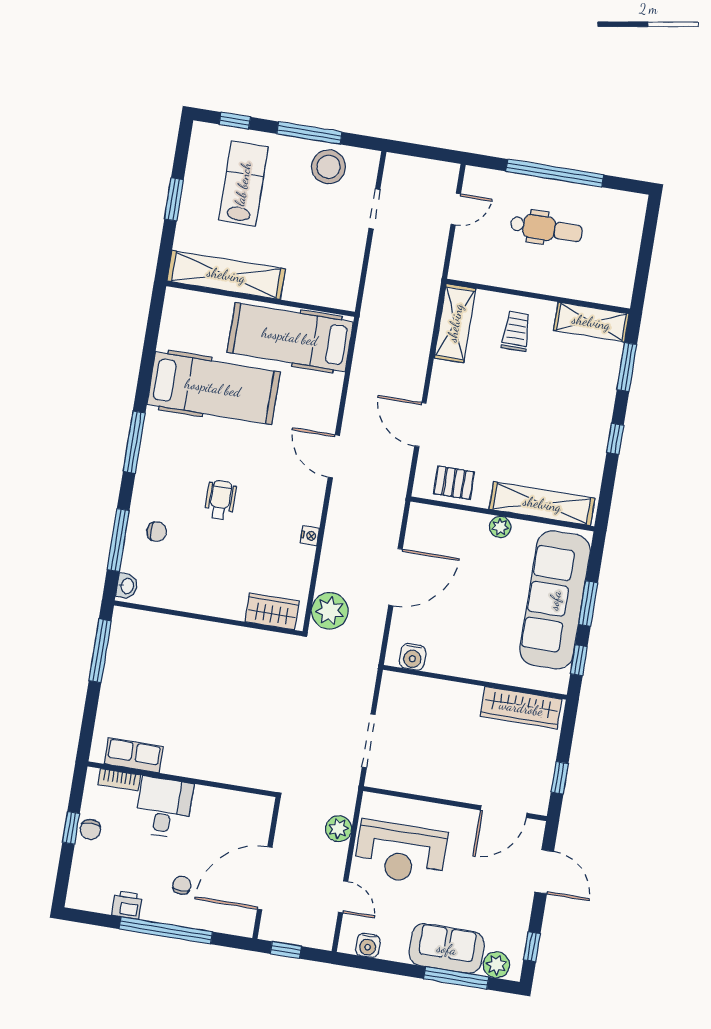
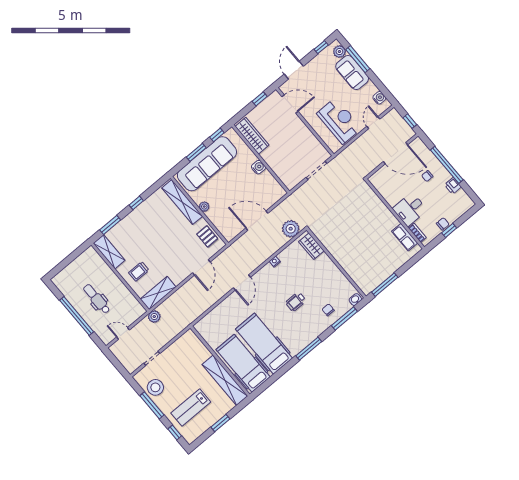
hospital bed: (290, 337) -> (243, 363), moved, turned 180
water cooler: (413, 657) -> (258, 167), moved
plant: (339, 829) -> (154, 317), moved

